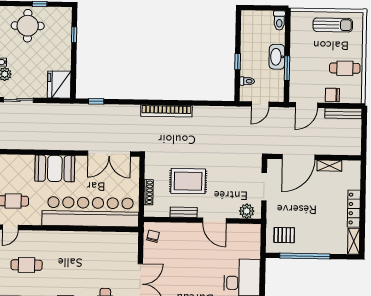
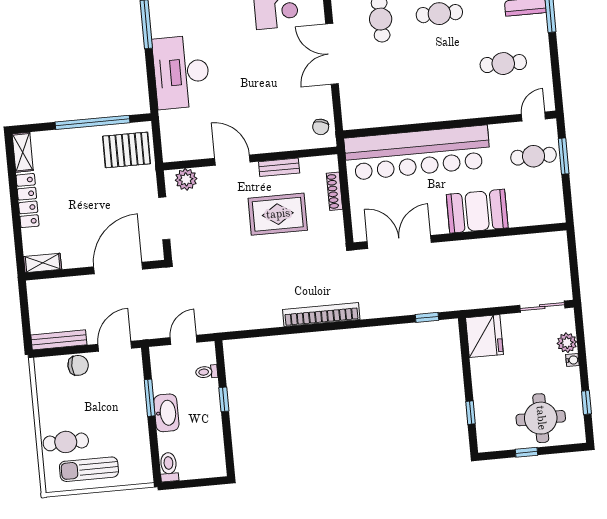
cafe table: (345, 68) -> (66, 442), moved
shelving: (329, 166) -> (43, 263), moved
pallet: (284, 235) -> (127, 150), width x1.50, depth x1.42

